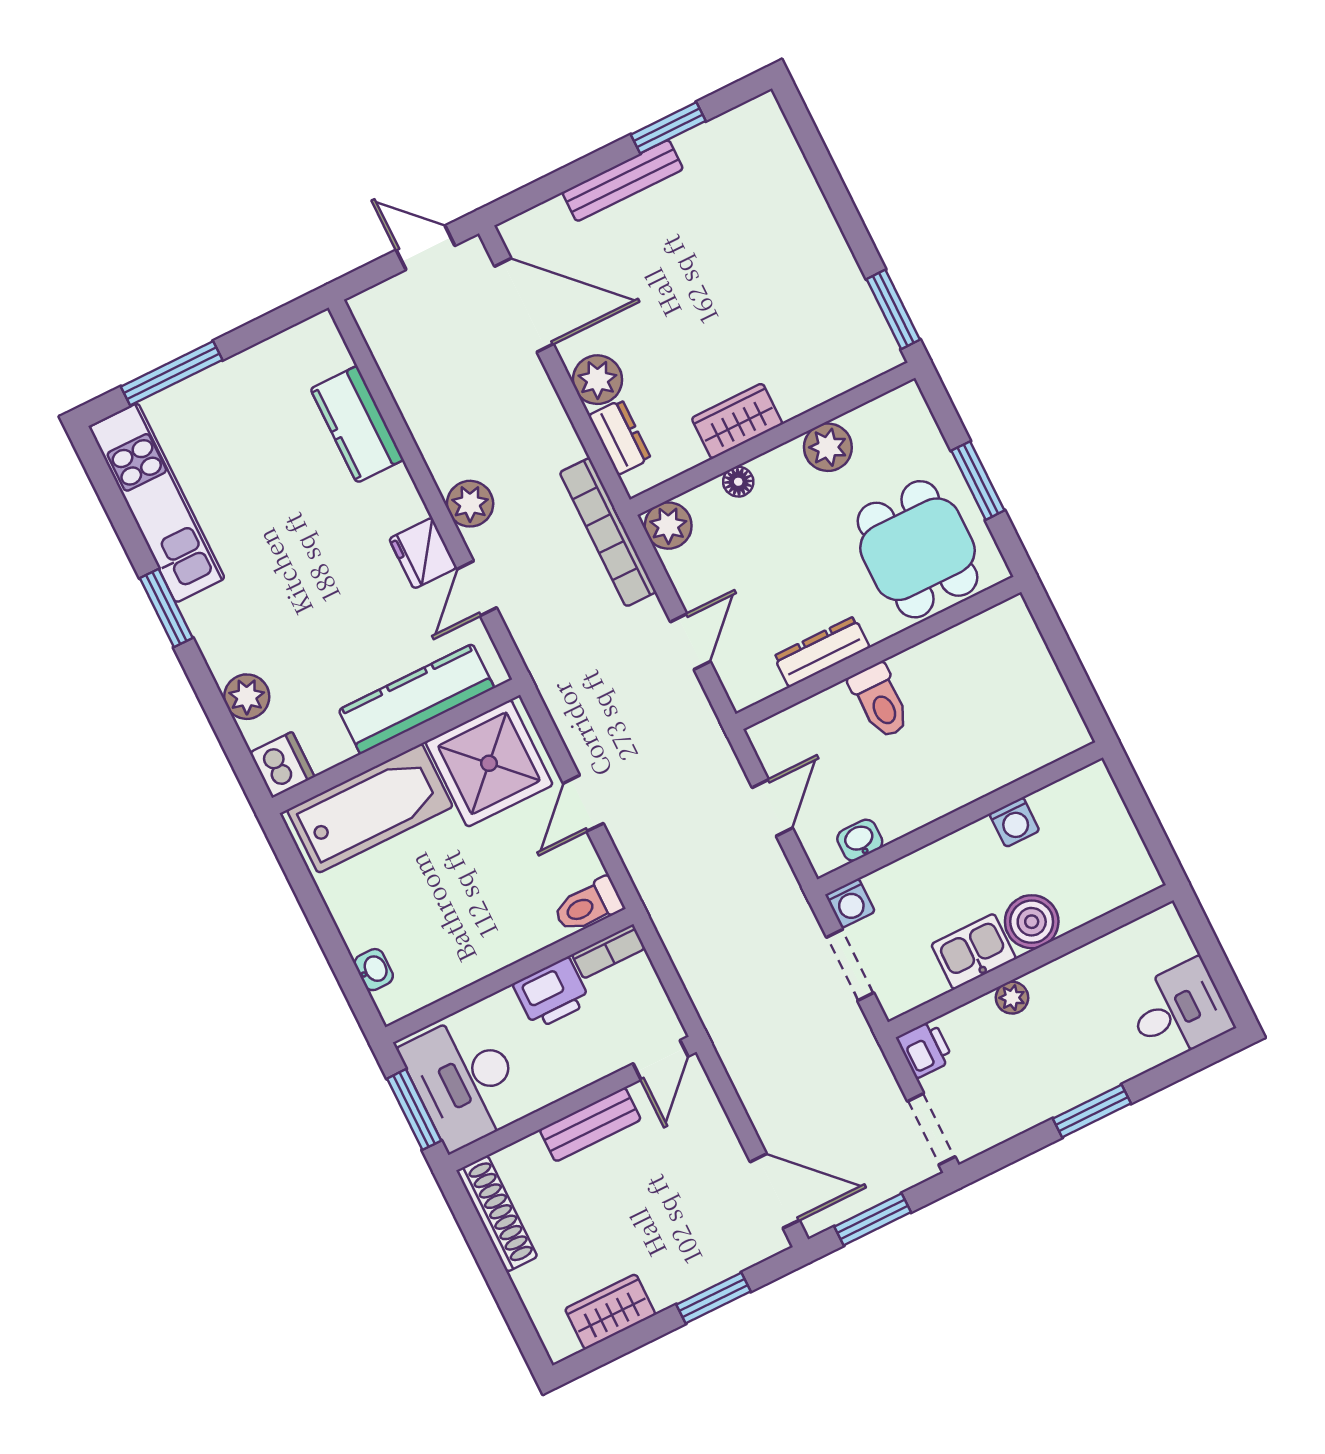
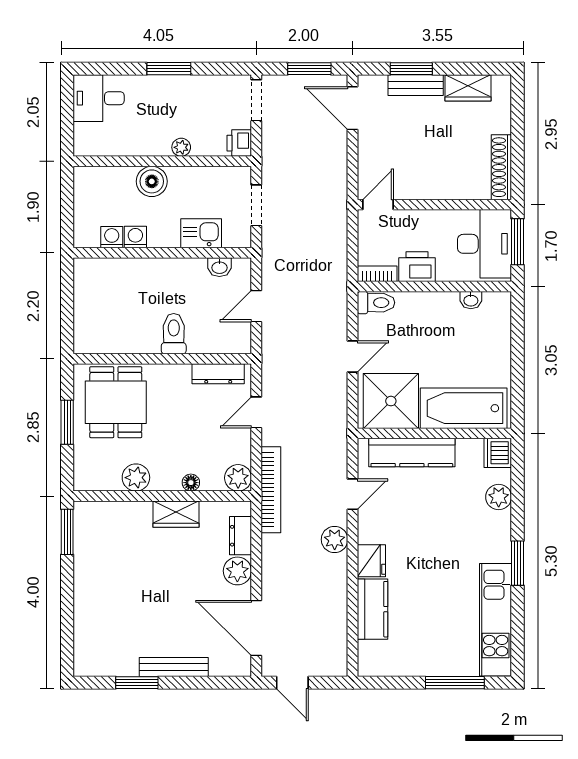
fridge: (423, 553) -> (371, 561), moved
dresser: (822, 652) -> (218, 374), moved
washing machine: (850, 903) -> (112, 237), moved
kitchen sink: (974, 952) -> (201, 233), moved, turned 180
washbasin: (374, 970) -> (471, 300), moved, turned -90
bench: (590, 1124) -> (416, 85), moved

